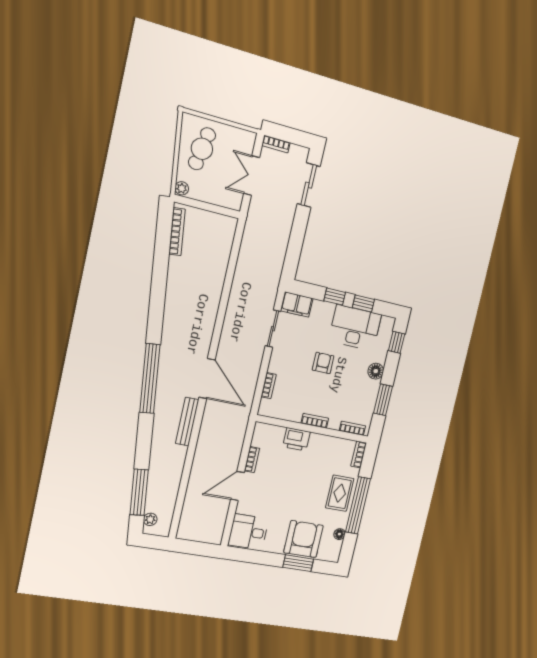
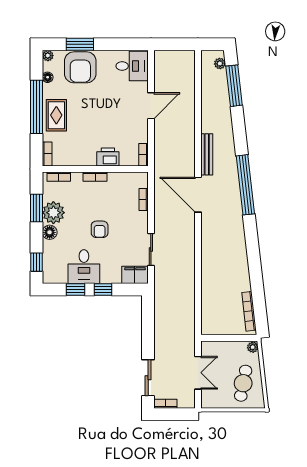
bookcase: (276, 144) -> (165, 404), moved
desk: (355, 328) -> (84, 267), width x0.73
plant: (367, 391) -> (53, 213), added
bookcase: (252, 460) -> (143, 155), moved
plant: (334, 556) -> (48, 56), added

